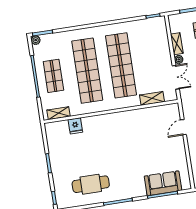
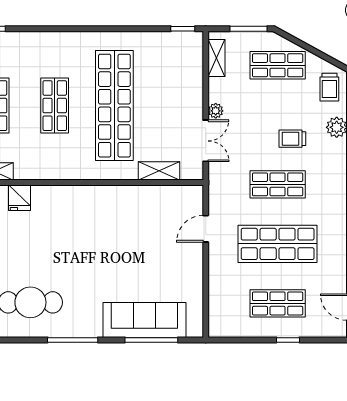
shelving: (177, 44) -> (216, 58), moved
shop shelf: (87, 71) -> (55, 106), width x0.50, depth x0.74
sofa: (163, 183) -> (144, 320), width x1.36

